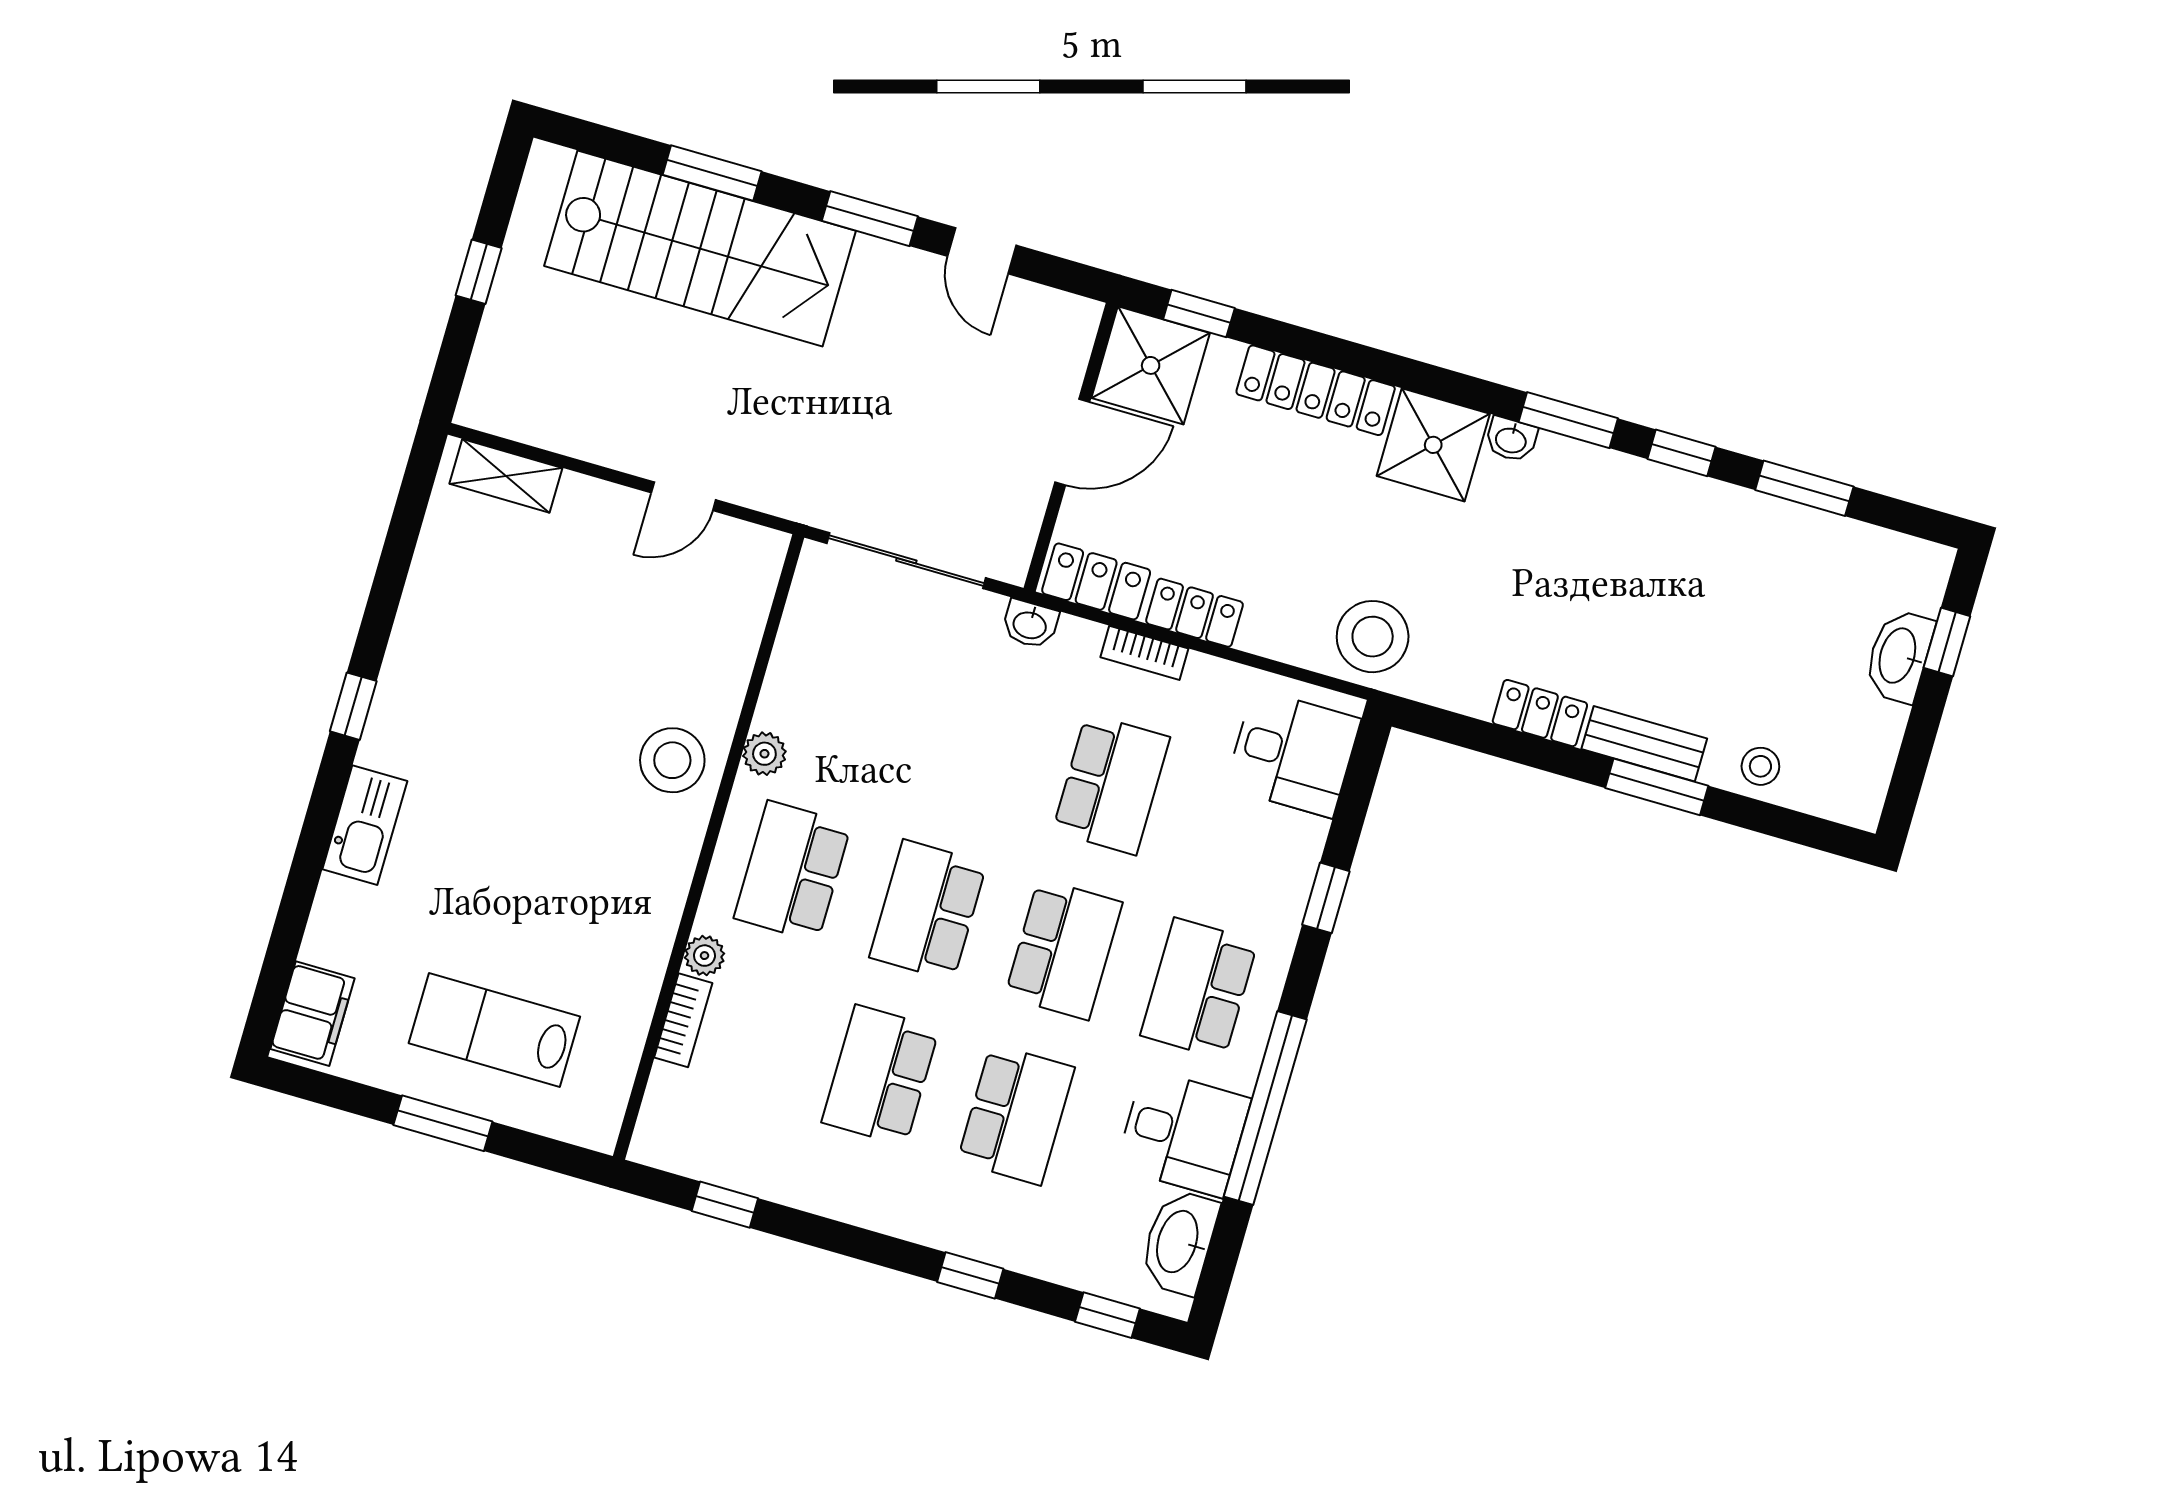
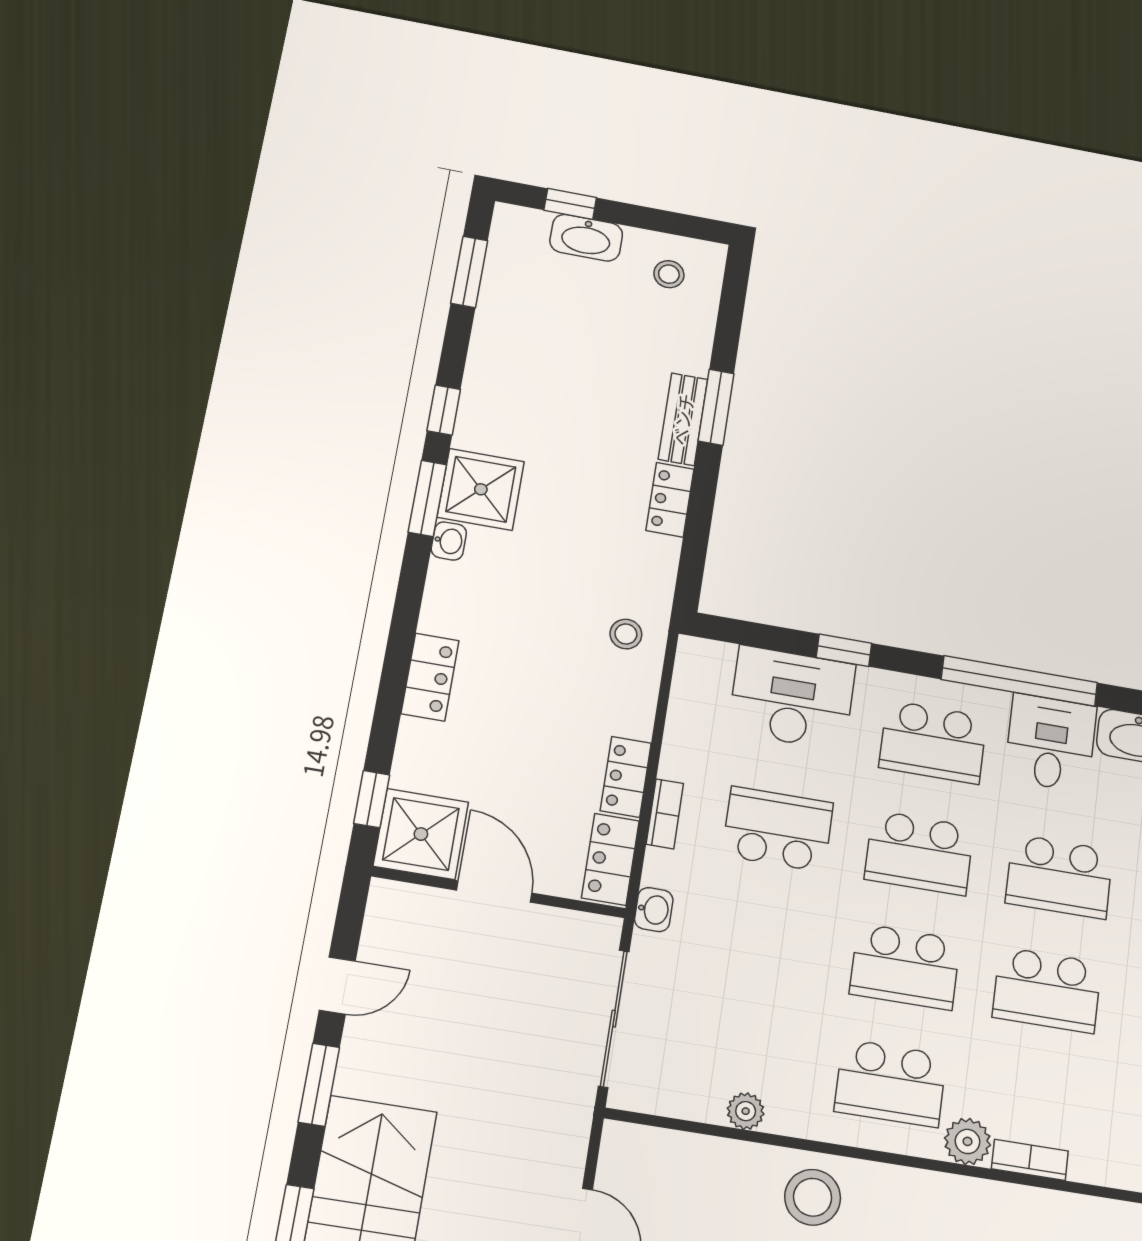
locker: (1316, 390) -> (430, 677), width x0.66
shower: (1433, 445) -> (481, 489), moved
window: (1804, 488) -> (469, 272), moved
stool: (1373, 637) -> (626, 634), width x0.53, depth x0.53
desk: (1293, 753) -> (792, 698), moved, width x1.37
plant: (764, 754) -> (746, 1111), moved
stool: (1760, 766) -> (669, 274), moved
school desk: (1064, 949) -> (919, 853), turned 180
plant: (704, 956) -> (967, 1141), width x1.38, depth x1.38
school desk: (1016, 1114) -> (1059, 877), turned 180

